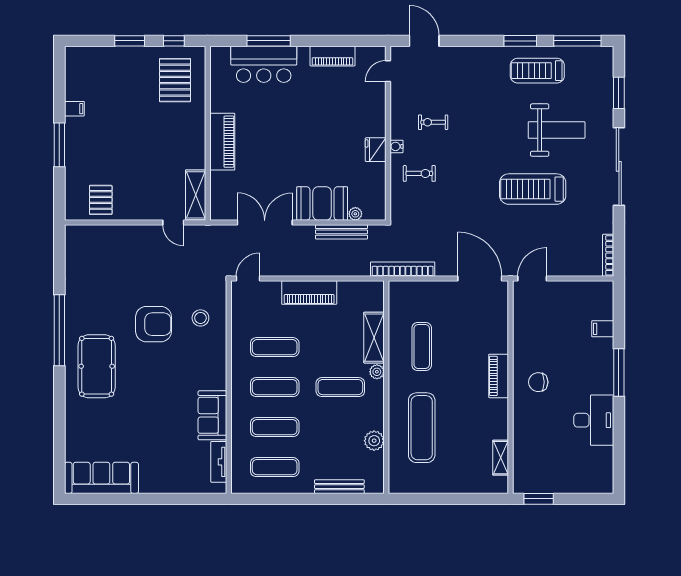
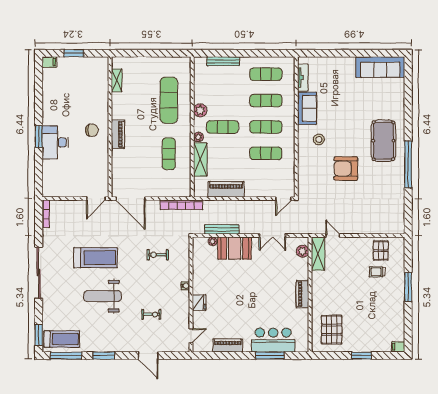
window: (174, 41) -> (332, 356), removed
door: (424, 41) -> (148, 356), moved
treadmill: (537, 71) -> (62, 339), moved
window: (619, 93) -> (39, 335), moved
filing cabinet: (74, 109) -> (398, 347), moved
exercise bike: (433, 122) -> (151, 314), moved
weight bench: (557, 130) -> (103, 296), moved
piano: (222, 142) -> (302, 294), width x0.73, depth x0.75
fridge: (376, 150) -> (199, 303), moved
trolley: (106, 167) -> (377, 272), added
exercise bike: (419, 173) -> (158, 255), moved
plant: (219, 199) -> (303, 251), added
double door: (265, 223) -> (272, 236), width x0.73
piano: (309, 293) -> (226, 189), moved
stool: (200, 318) -> (319, 139), moved
filing cabinet: (603, 329) -> (49, 62), moved
window: (619, 373) -> (39, 137), width x0.69
desk: (594, 420) -> (55, 142), moved
plant: (374, 441) -> (200, 110), moved
window: (539, 499) -> (74, 53), moved

